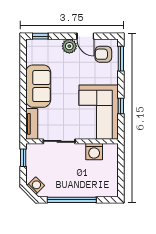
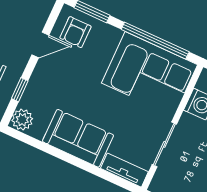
window: (40, 36) -> (20, 90), moved
plant: (69, 46) -> (22, 120), moved
window: (121, 106) -> (155, 41), width x3.17

